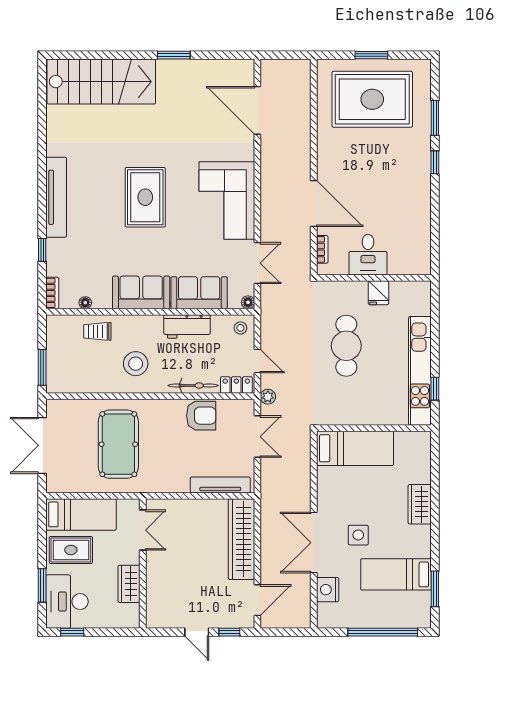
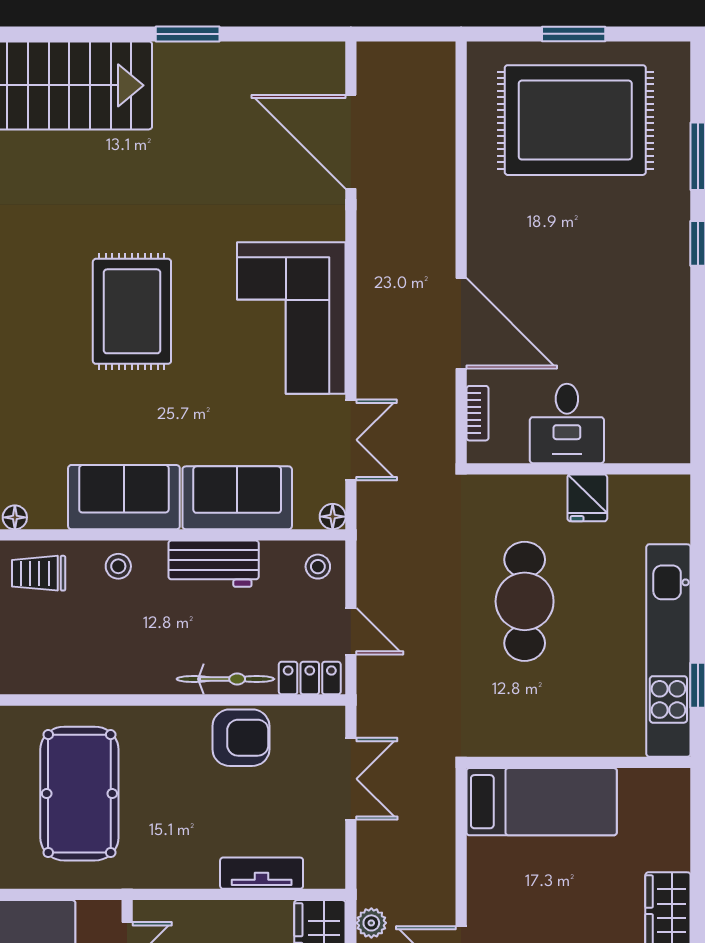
stool: (136, 364) -> (118, 566), moved, width x0.53, depth x0.53
plant: (268, 397) -> (371, 923), moved
tv unit: (220, 485) -> (262, 873), width x0.71

